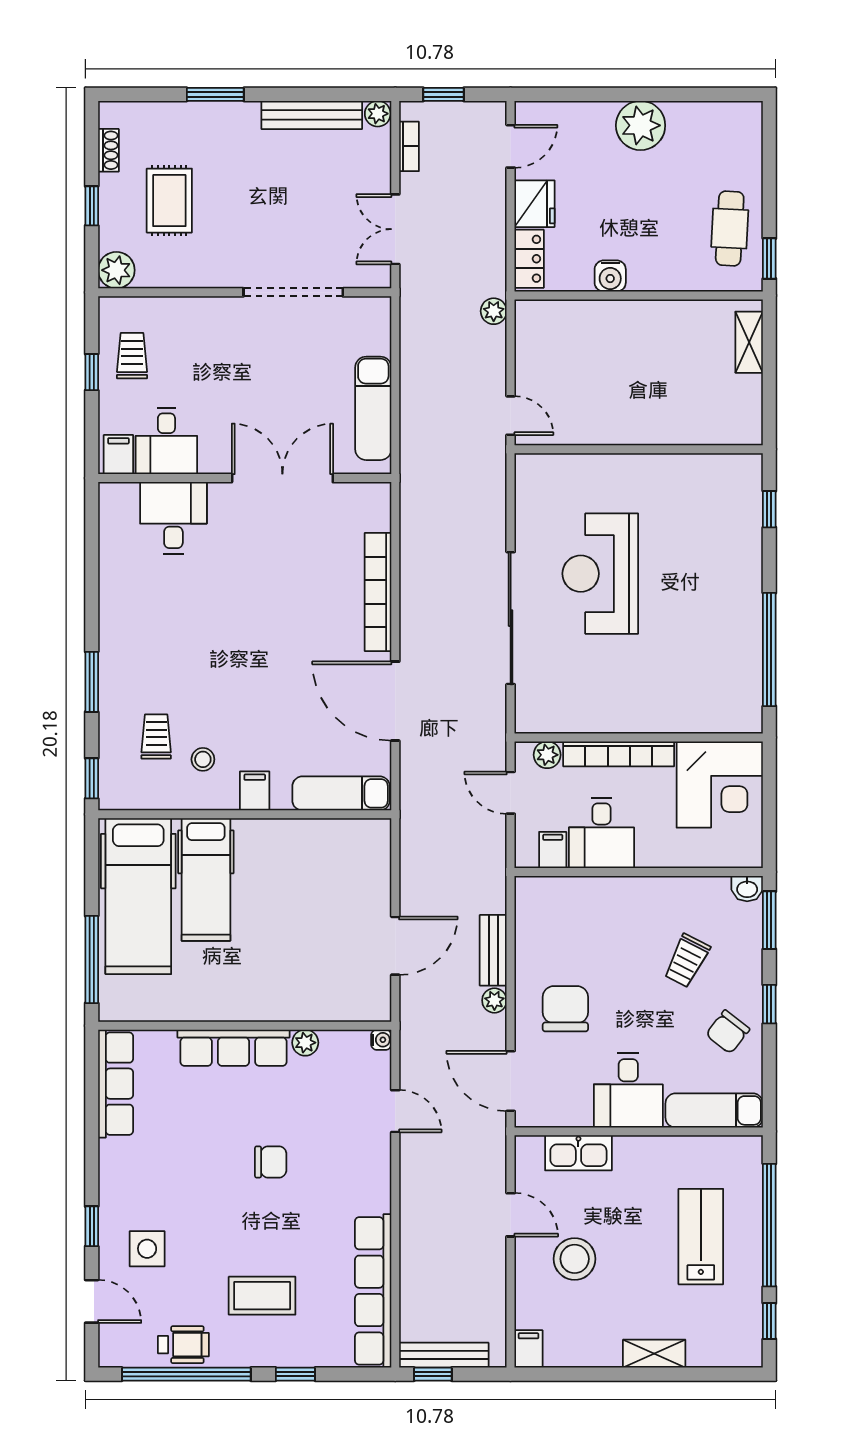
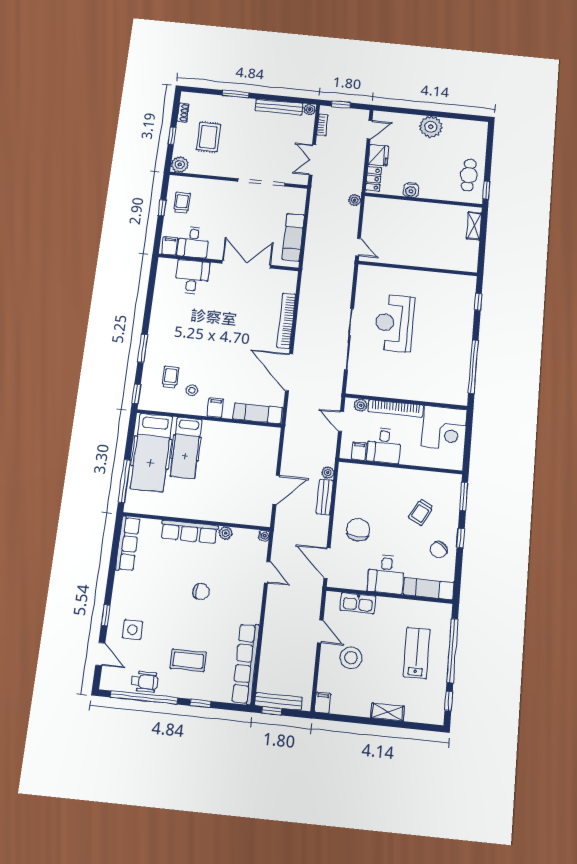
washbasin: (747, 889) -> (454, 480), removed
plant: (494, 1000) -> (328, 473), moved

